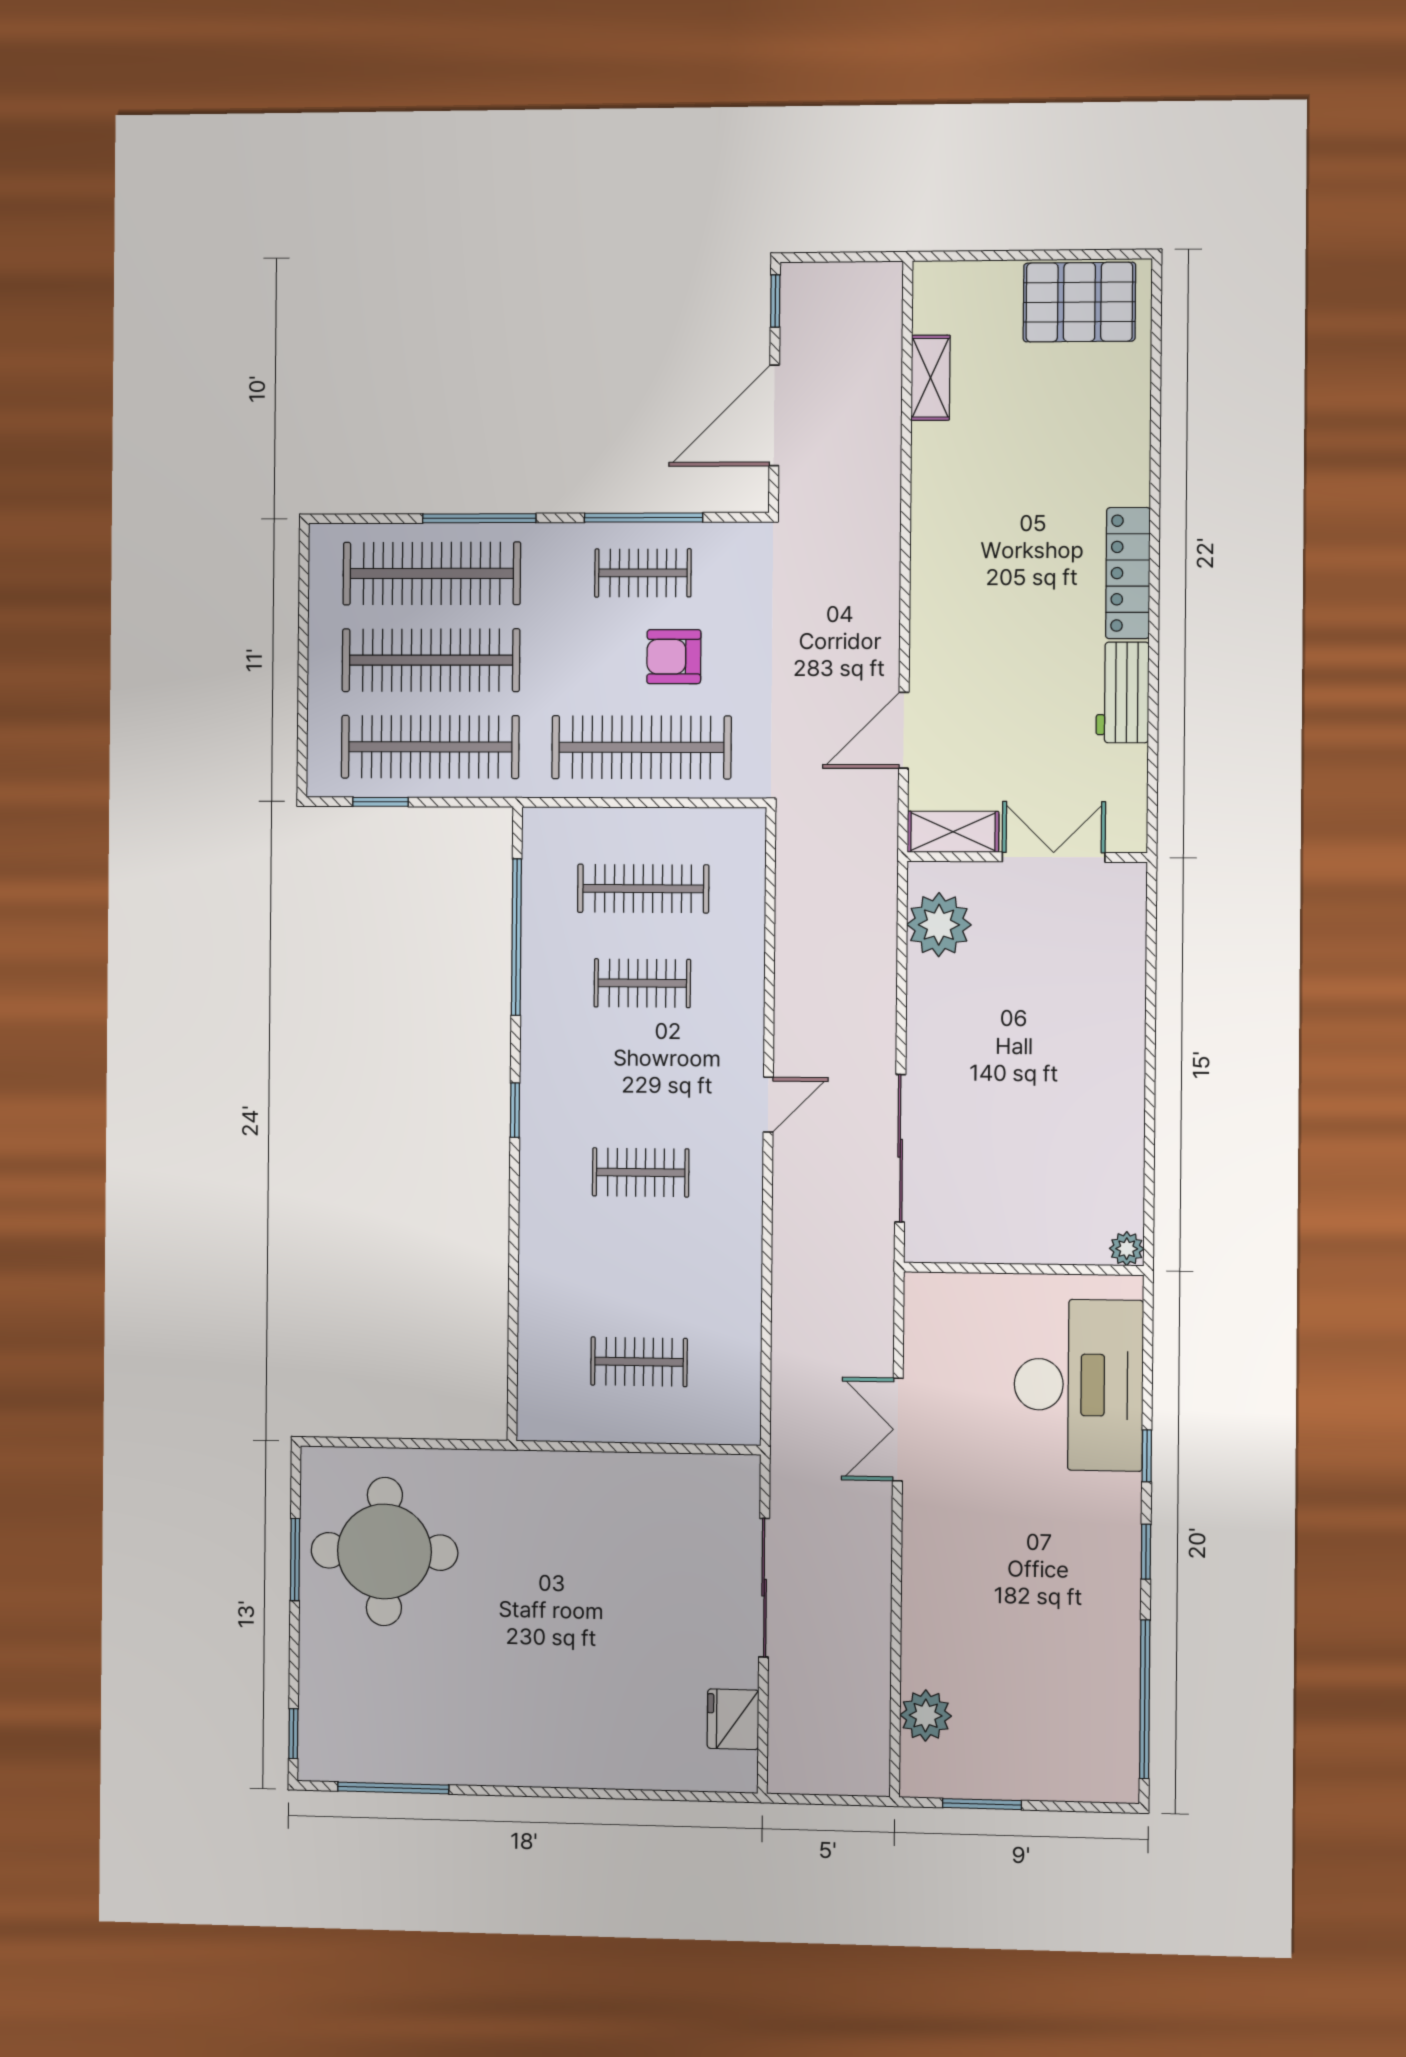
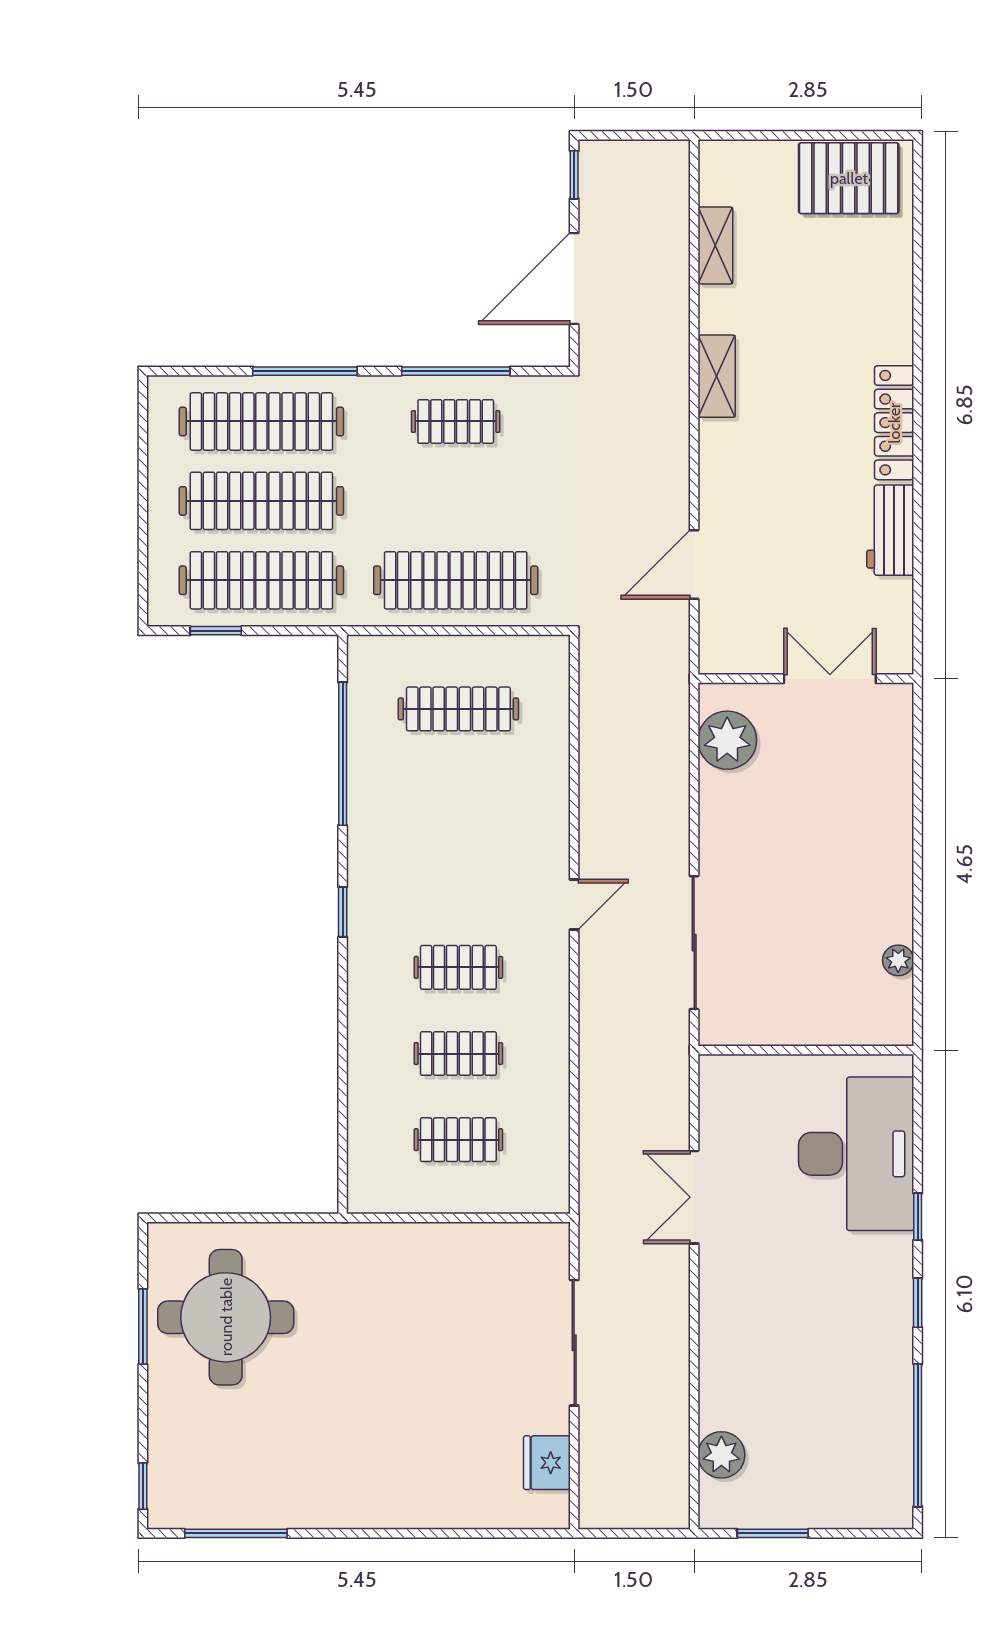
armchair: (674, 657) -> (485, 498), removed
shelving: (953, 832) -> (717, 376), moved, turned 90
clothes rail: (642, 983) -> (458, 1054), moved
plant: (1127, 1249) -> (898, 960), moved

